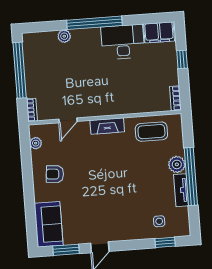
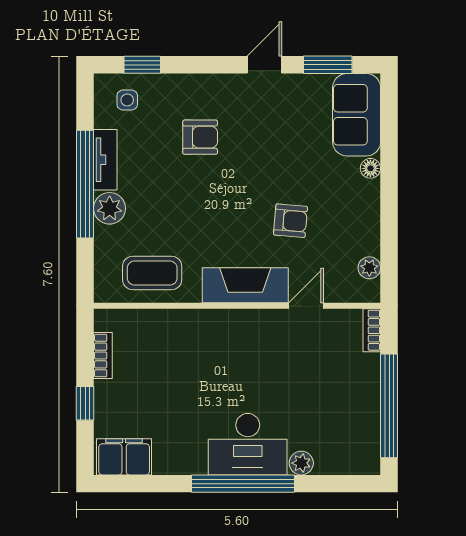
desk: (123, 42) -> (248, 444), moved
bookcase: (175, 98) -> (103, 356), moved
fireplace: (107, 126) -> (245, 285), width x1.37, depth x1.32
armchair: (55, 174) -> (291, 221), moved
floor lamp: (39, 196) -> (370, 168), added
armchair: (131, 206) -> (200, 137), added
side table: (159, 221) -> (127, 100), moved

